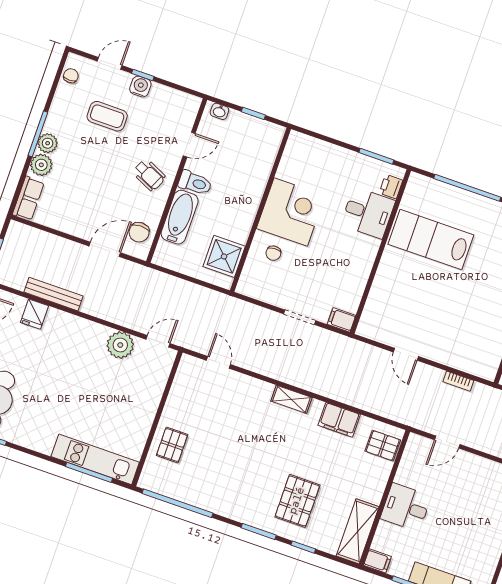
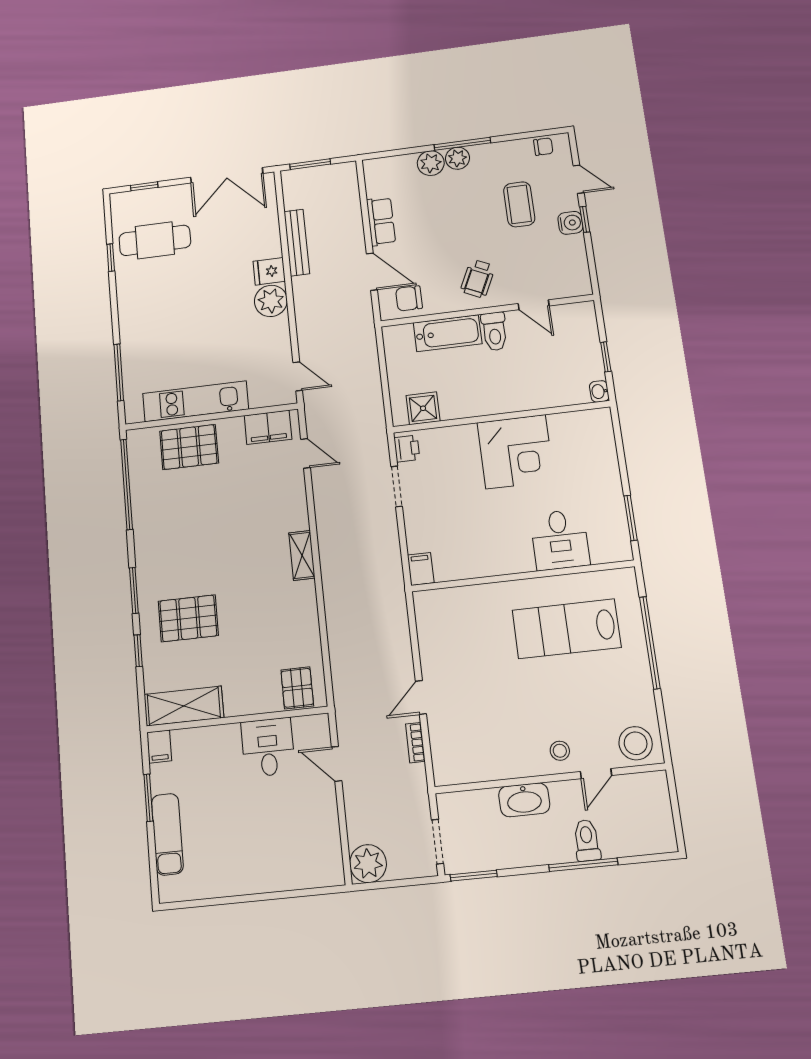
washbasin: (219, 111) -> (599, 391), moved
printer: (391, 187) -> (407, 449), moved, turned 90
row of seats: (28, 198) -> (381, 221), moved, turned -90
lab bench: (431, 240) -> (566, 629), turned -90
chair: (273, 253) -> (459, 455), removed
shower: (224, 256) -> (423, 408), width x0.73, depth x0.73
fridge: (35, 314) -> (269, 271), moved
doorway: (300, 317) -> (397, 486), moved
plant: (120, 345) -> (271, 301), moved
door: (406, 354) -> (421, 697), moved
door: (218, 362) -> (305, 453), hinge flipped
filing cabinet: (339, 420) -> (268, 427), moved, turned -90
pallet: (172, 445) -> (189, 447), width x1.50, depth x1.42
kitchen unit: (95, 459) -> (196, 401), moved, turned -90
desk: (406, 507) -> (268, 747), moved

